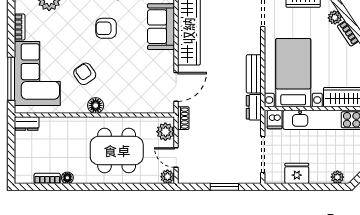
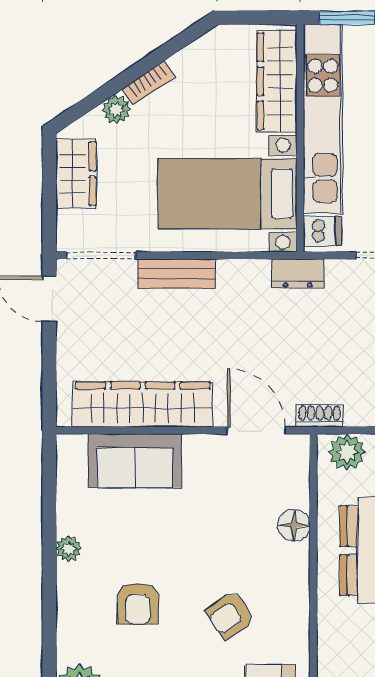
armchair: (106, 28) -> (138, 603), moved
bench: (254, 74) -> (176, 274), moved
floor lamp: (96, 105) -> (294, 525), moved

